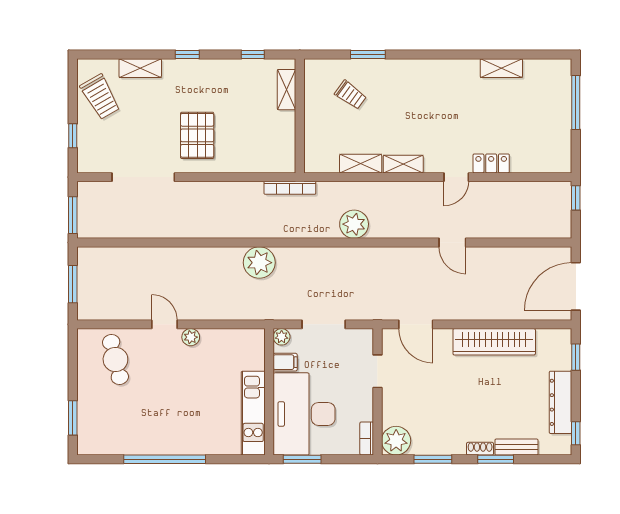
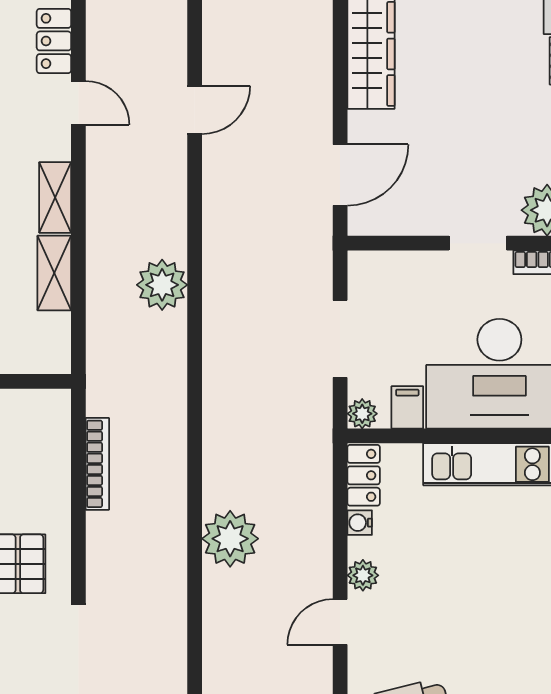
bookcase: (290, 188) -> (97, 464), moved
plant: (259, 263) -> (230, 539), moved
water cooler: (220, 335) -> (360, 523), added
locker: (247, 338) -> (364, 475), added
doorway: (377, 371) -> (478, 243), moved

